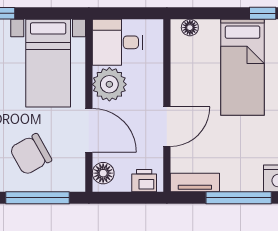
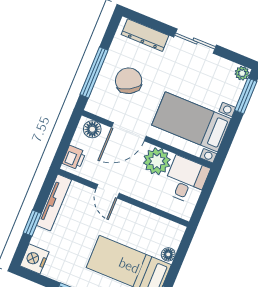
floor lamp: (190, 28) -> (168, 254), moved
door: (167, 127) -> (107, 191), width x0.73
tv unit: (195, 183) -> (54, 202), width x1.41
window: (239, 198) -> (32, 223), width x0.46

